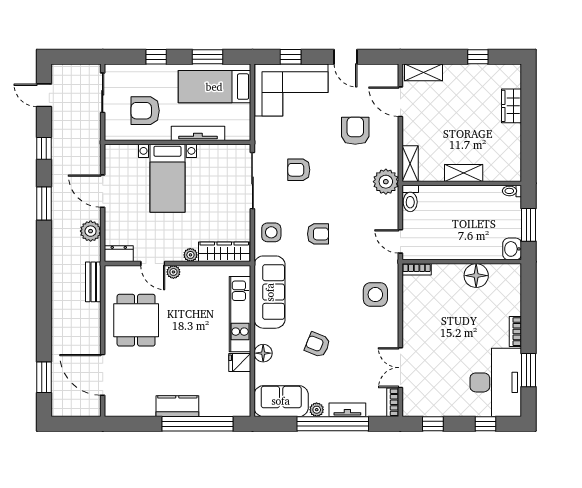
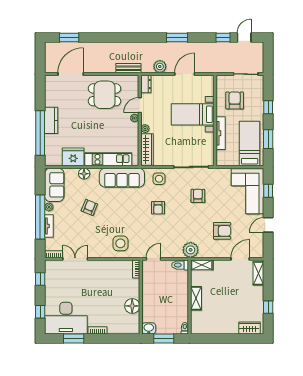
wardrobe: (512, 106) -> (249, 328), moved
window: (44, 148) -> (223, 38), moved
fridge: (240, 363) -> (73, 157), width x1.88, depth x1.34

